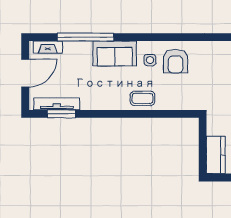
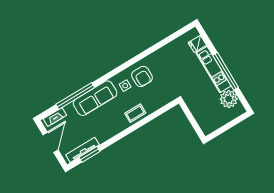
sofa: (115, 53) -> (95, 98), width x1.36
kitchen counter: (216, 155) -> (204, 121), removed

